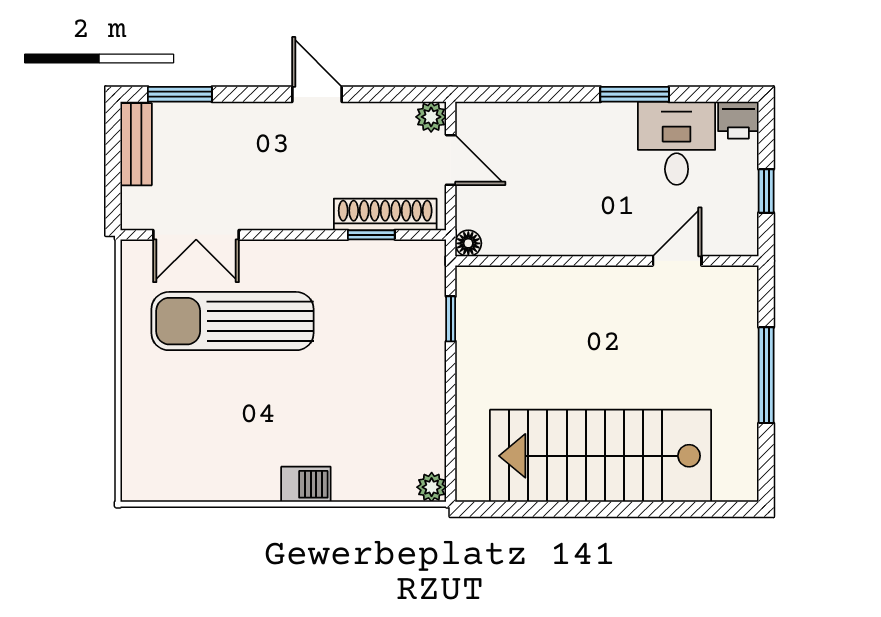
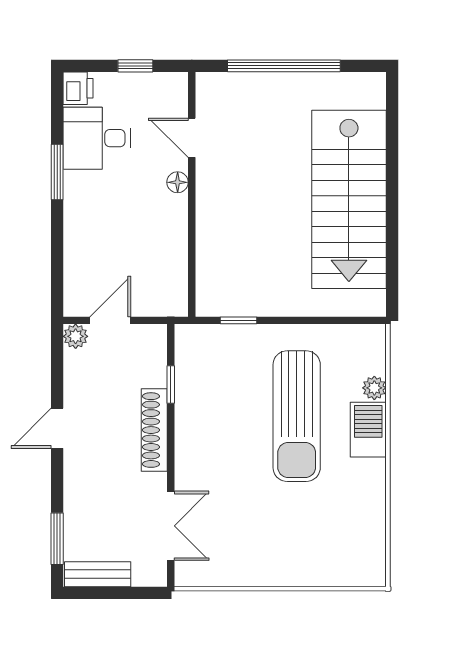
shoe rack: (385, 214) -> (154, 430), moved
floor lamp: (468, 243) -> (178, 182), moved
sun lounger: (233, 321) -> (297, 416), moved
window: (766, 375) -> (284, 66), width x1.46
barbecue: (306, 484) -> (368, 430), width x1.38, depth x1.27
plant: (432, 487) -> (374, 388), moved

